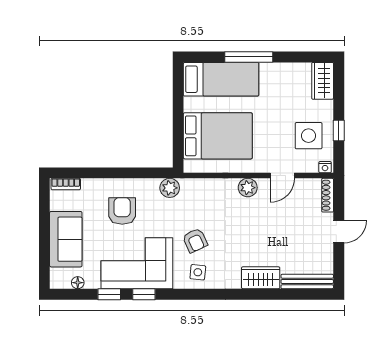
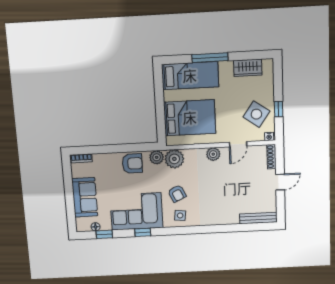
wardrobe: (323, 81) -> (248, 68), moved, turned -90
side table: (309, 136) -> (256, 114), turned 35
plant: (194, 191) -> (174, 159), added
armchair: (122, 211) -> (132, 163), moved, turned 90
wardrobe: (261, 278) -> (225, 217), removed
window: (109, 294) -> (104, 234), moved

